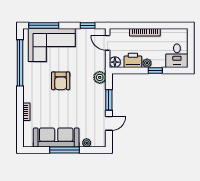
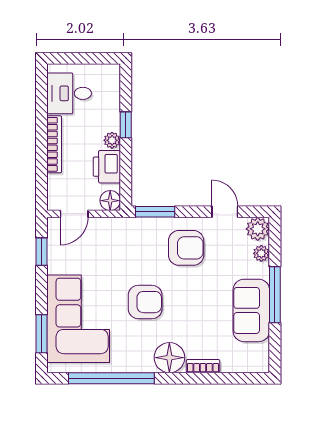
window: (44, 25) -> (41, 334), width x0.69
desk: (177, 56) -> (69, 93), moved, turned 180
plant: (100, 77) -> (258, 229), moved
floor lamp: (31, 94) -> (169, 358), added
window: (109, 100) -> (155, 212), moved
armchair: (90, 103) -> (186, 248), added
sofa: (56, 138) -> (251, 310), width x0.73

